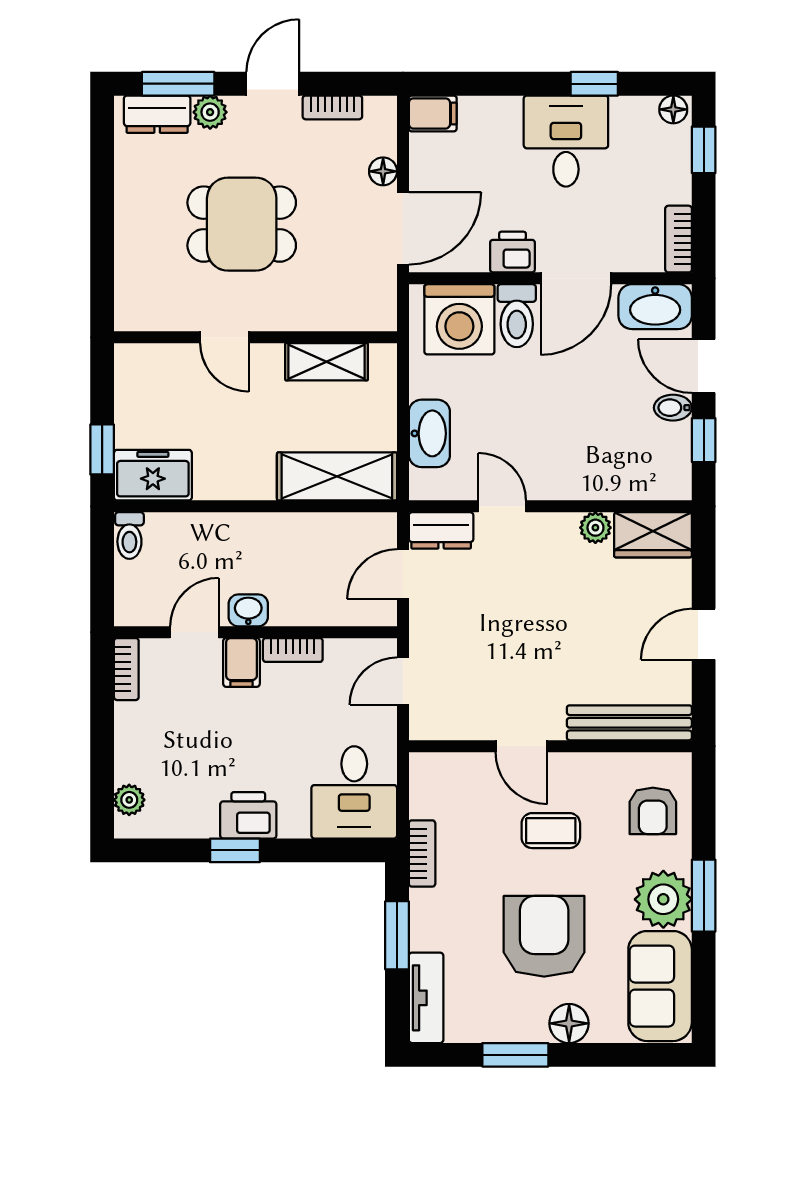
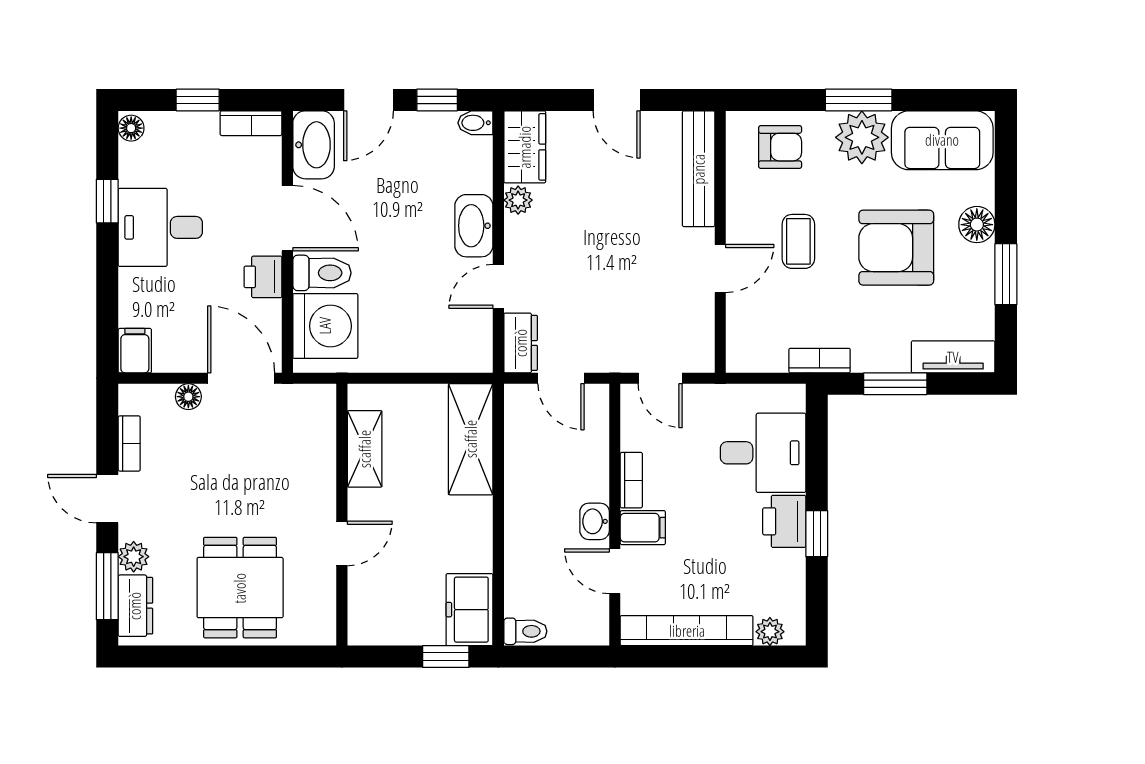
window: (704, 150) -> (198, 100), moved
dining table: (242, 224) -> (240, 588), moved
bidet: (673, 408) -> (475, 123), moved, turned 90
washbasin: (429, 433) -> (474, 226), moved, turned -90
bookcase: (126, 669) -> (687, 631), width x2.31, depth x1.31
desk: (354, 792) -> (763, 453), moved

